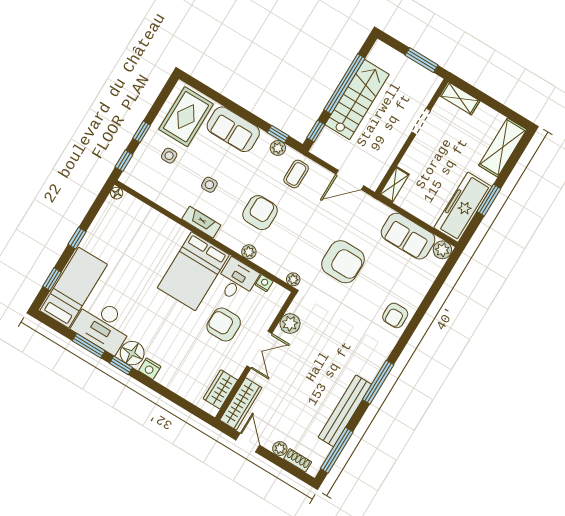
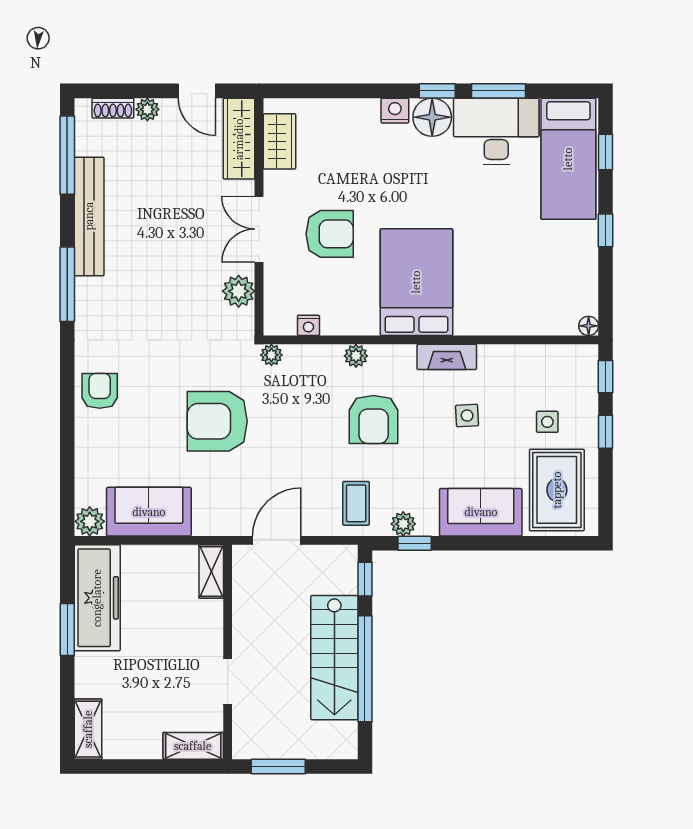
shelving: (503, 147) -> (88, 729), width x0.67, depth x0.75
desk: (237, 280) -> (349, 306), removed

